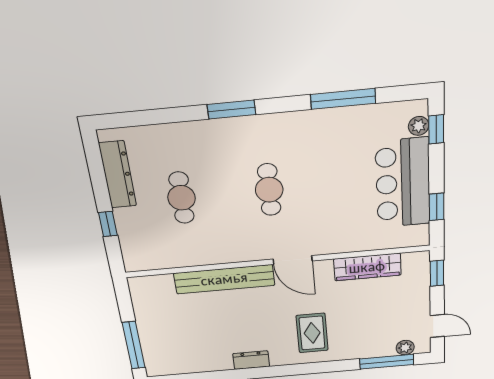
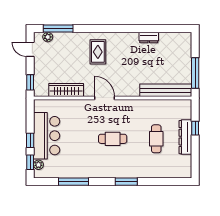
dresser: (118, 175) -> (185, 137), moved
cafe table: (269, 190) -> (113, 139), turned 90
window: (437, 207) -> (30, 140), moved
bench: (224, 279) -> (166, 90), moved
window: (134, 345) -> (195, 73), moved
dresser: (251, 360) -> (149, 38), moved

